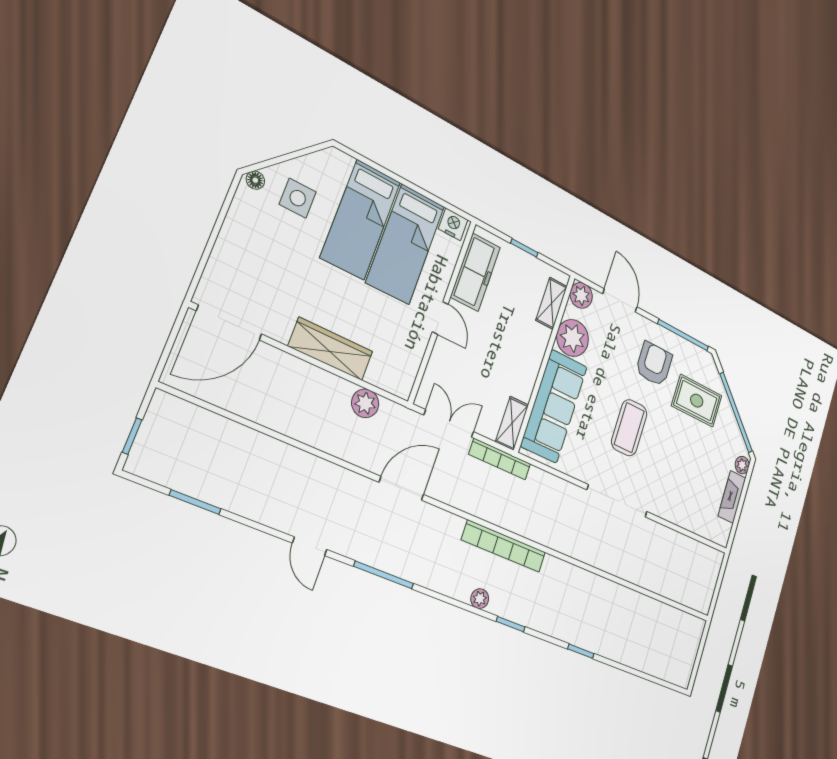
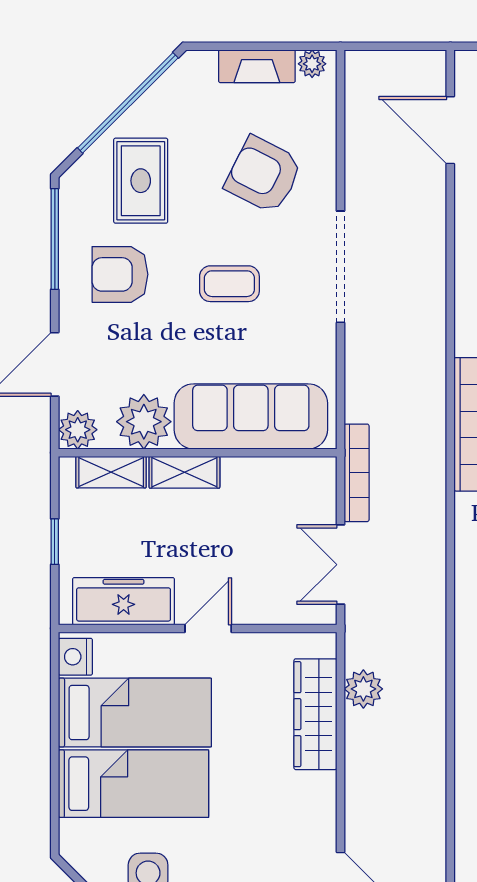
wardrobe: (331, 349) -> (315, 714), moved
shelving: (512, 423) -> (184, 472), moved
coffee table: (629, 428) -> (229, 284), width x0.73, depth x0.77
plant: (742, 465) -> (312, 64), moved
armchair: (678, 476) -> (264, 175), added
door: (402, 488) -> (450, 130), moved

